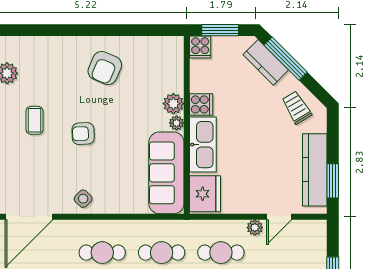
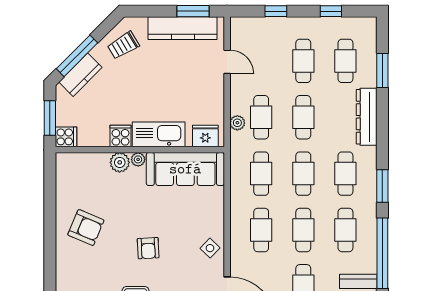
fridge: (205, 194) -> (205, 136), width x0.73, depth x0.75
plant: (255, 228) -> (237, 123), moved

